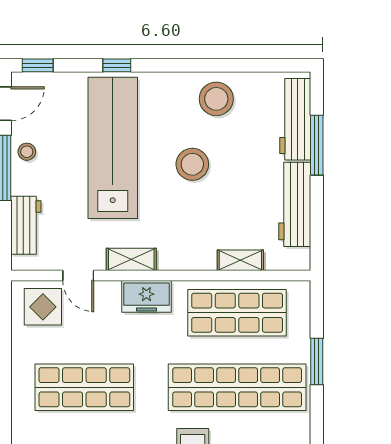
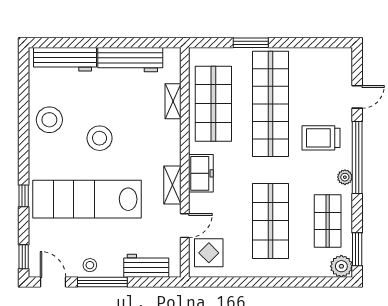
window: (317, 145) -> (85, 43), removed

